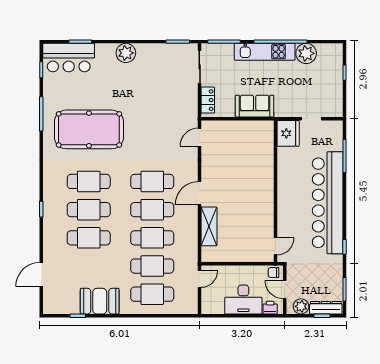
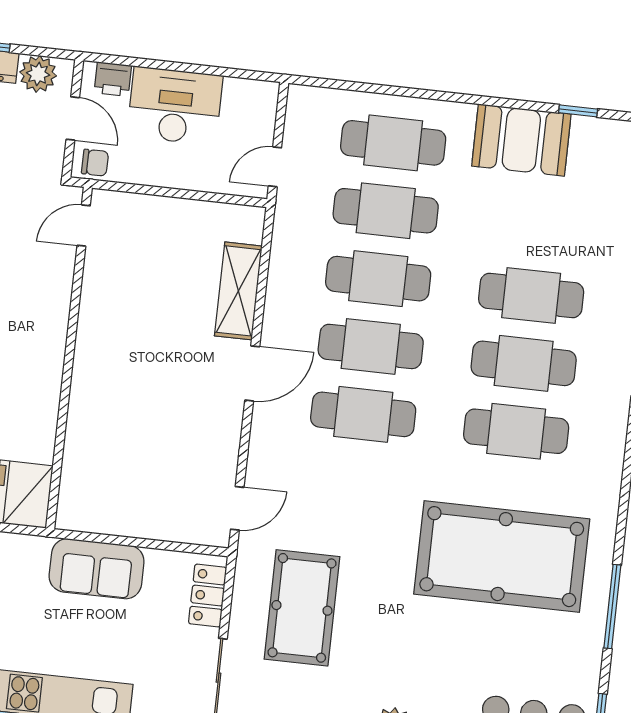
pool table: (169, 99) -> (302, 608), added

